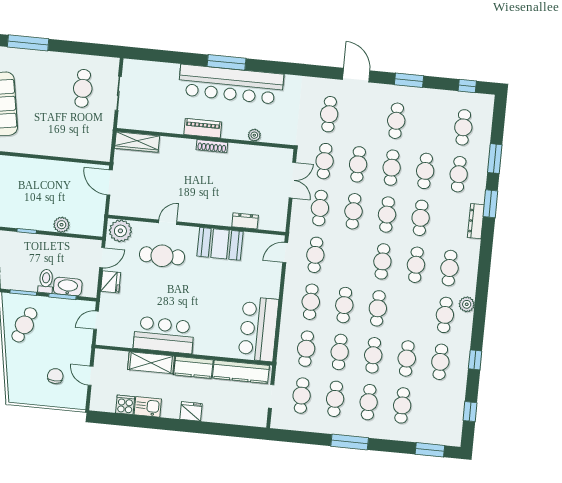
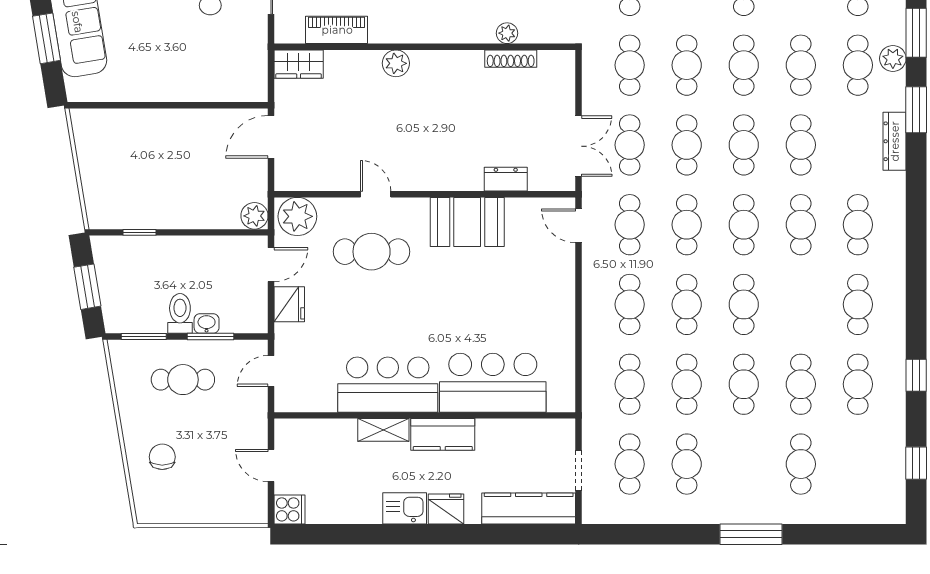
piano: (203, 128) -> (337, 30), moved
wardrobe: (137, 142) -> (299, 64), width x0.67
shoe rack: (212, 146) -> (511, 59), moved
plant: (187, 147) -> (396, 63), added
double door: (292, 180) -> (579, 146), moved
door: (110, 183) -> (271, 137), hinge flipped
door: (168, 222) -> (376, 194), hinge flipped
plant: (62, 225) -> (254, 216), moved
door: (285, 253) -> (579, 226), hinge flipped
washbasin: (68, 287) -> (207, 324), width x0.52, depth x0.69
plant: (467, 304) -> (893, 59), moved
cafe table: (24, 325) -> (183, 380), moved, turned 67
bar counter: (258, 329) -> (493, 383), moved, turned 90
shelving: (151, 363) -> (383, 430), width x0.67, depth x0.75
kitchen counter: (241, 372) -> (529, 509), moved, turned 180
chair: (55, 376) -> (162, 457), moved
cafe table: (369, 402) -> (687, 225), moved
cooker: (125, 405) -> (290, 509), moved, turned 90
kitchen sink: (148, 407) -> (405, 508), moved
window: (350, 442) -> (751, 534), moved
window: (430, 450) -> (855, 534), removed

